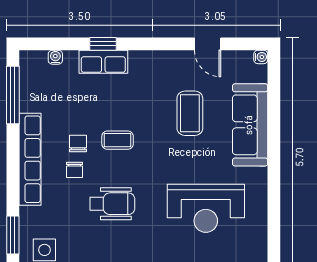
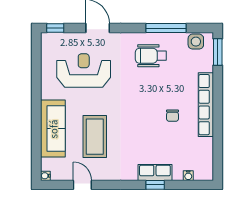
window: (13, 95) -> (218, 149), removed
coffee table: (190, 113) -> (95, 137), width x1.36, depth x1.32
coffee table: (118, 140) -> (145, 118), removed
chair: (75, 170) -> (175, 97), removed
wheelchair: (112, 204) -> (151, 56), moved

